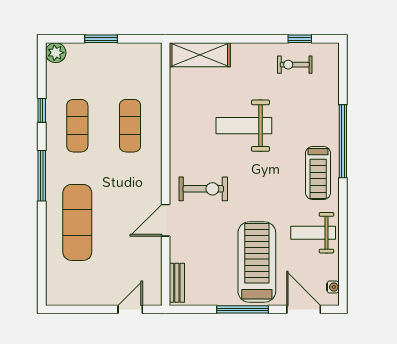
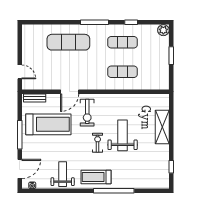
shelving: (200, 55) -> (162, 127), moved
exercise bike: (295, 65) -> (98, 143), moved
door: (166, 220) -> (70, 92), swing flipped
treadmill: (257, 262) -> (48, 124), moved

